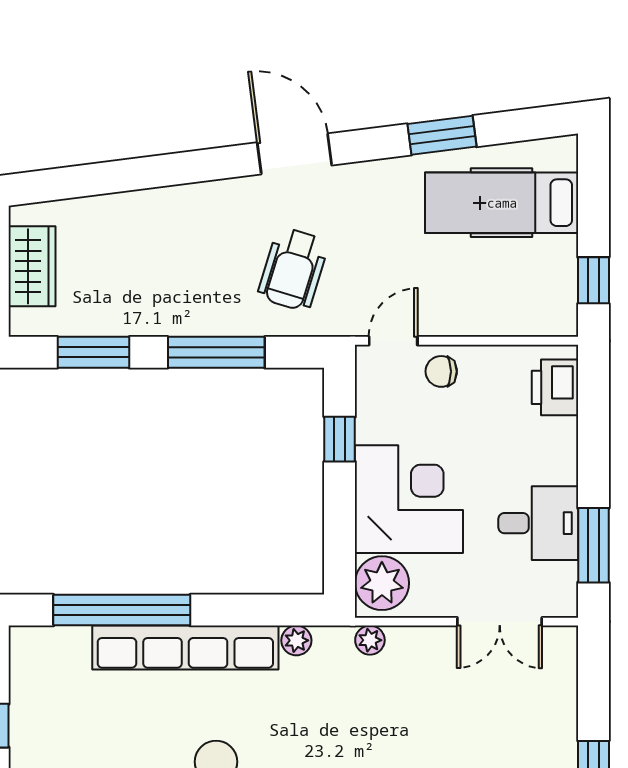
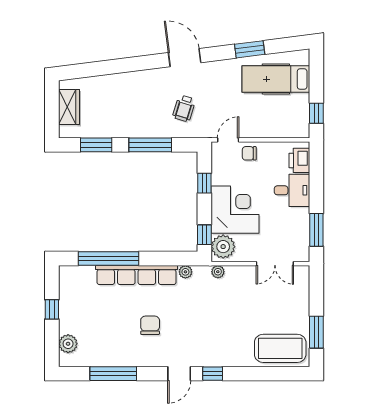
wheelchair: (293, 269) -> (184, 108), width x0.73, depth x0.73
desk: (538, 523) -> (292, 190), moved
window: (340, 556) -> (204, 235), added

